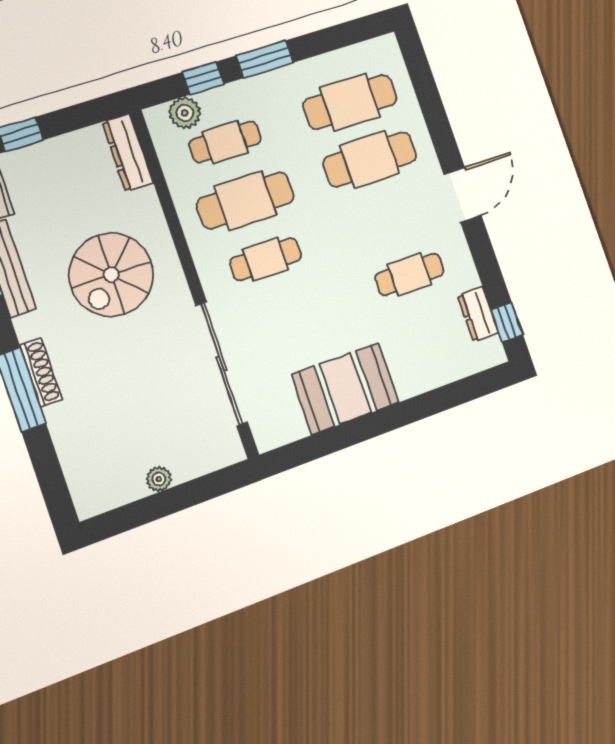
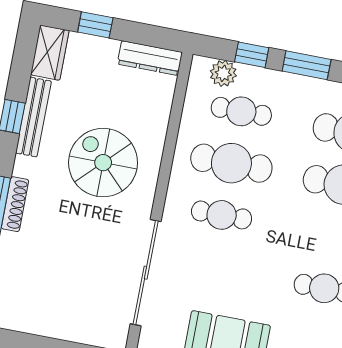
dresser: (128, 153) -> (150, 58), moved, turned -90
spiral stairs: (111, 275) -> (103, 163), turned 90
plant: (159, 479) -> (54, 328), removed

